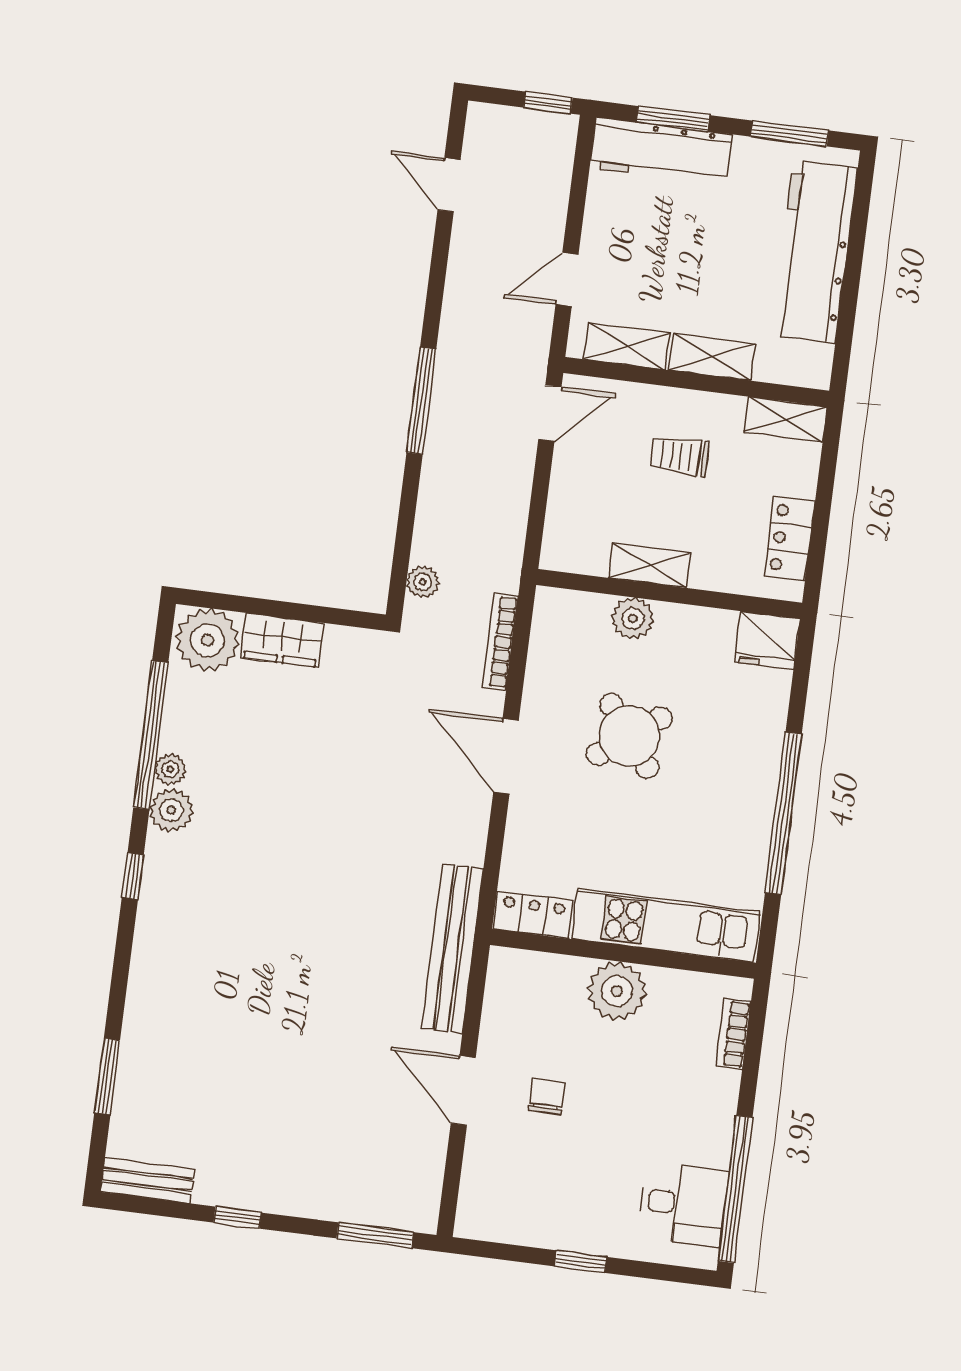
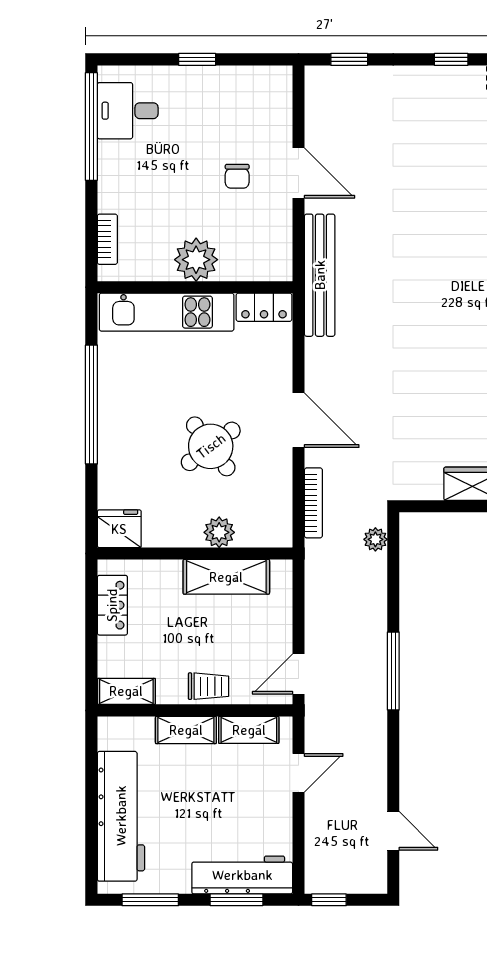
trolley: (680, 456) -> (208, 686), moved
shelving: (650, 565) -> (226, 577), width x1.50, depth x1.33
window: (375, 1235) -> (349, 59), width x0.67

